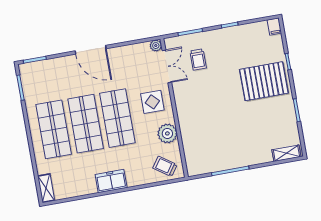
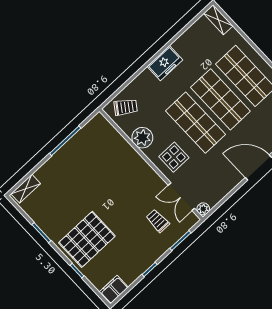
filing cabinet: (274, 26) -> (114, 290), width x2.00

